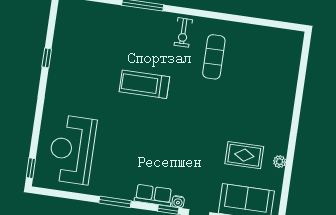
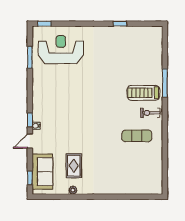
treadmill: (144, 84) -> (143, 93), moved, turned -90
row of seats: (153, 195) -> (38, 109), removed
window: (115, 202) -> (30, 57), moved

